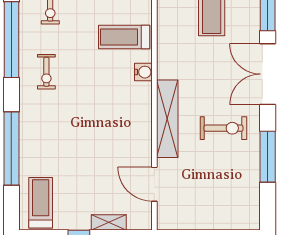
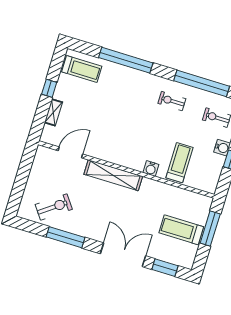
exercise bike: (224, 128) -> (54, 207), moved, turned -126

